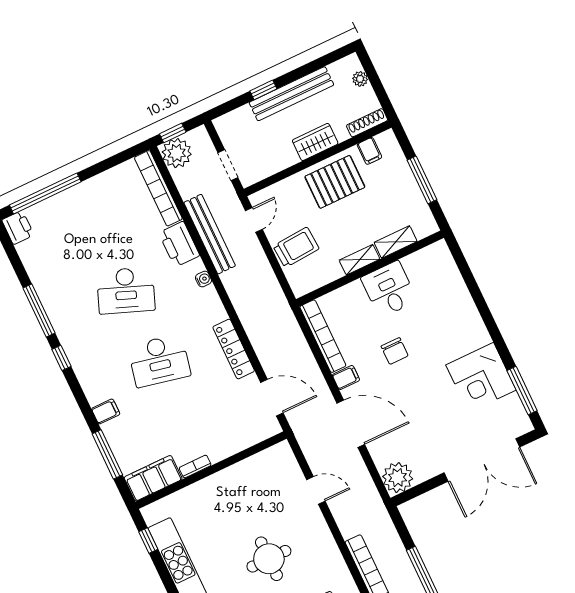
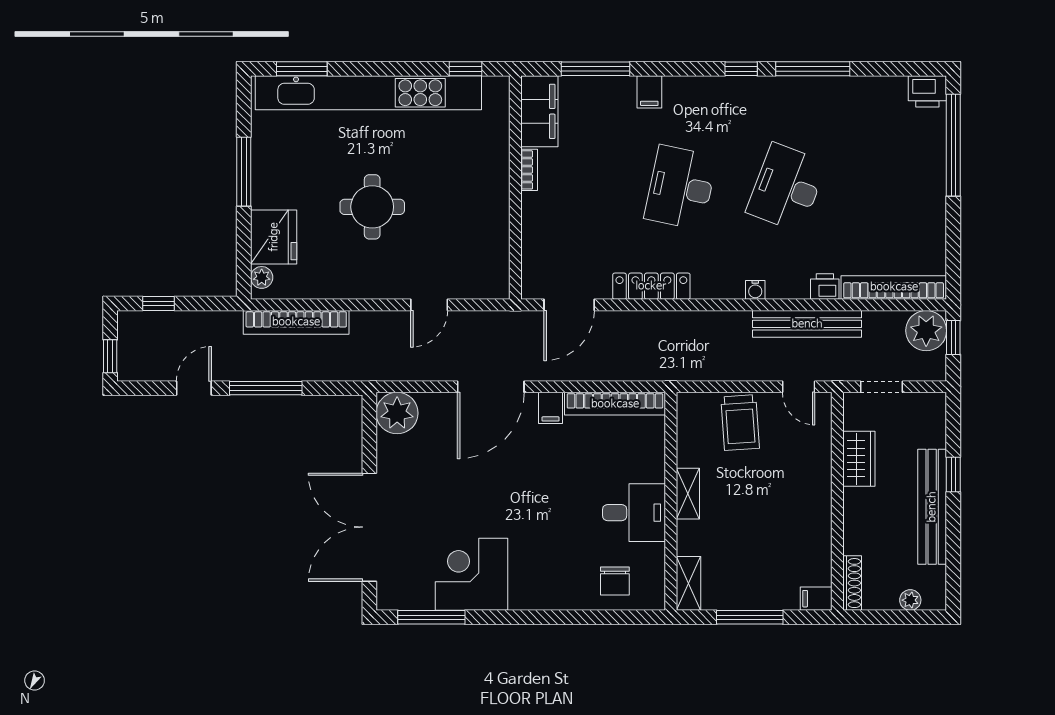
wardrobe: (315, 142) -> (859, 459), moved
filing cabinet: (369, 151) -> (816, 599), moved
pallet: (335, 182) -> (798, 509), removed
shelving: (396, 242) -> (689, 583), moved
printer: (179, 244) -> (825, 287), width x0.53, depth x0.68
chair: (395, 351) -> (615, 581), moved, turned -90

